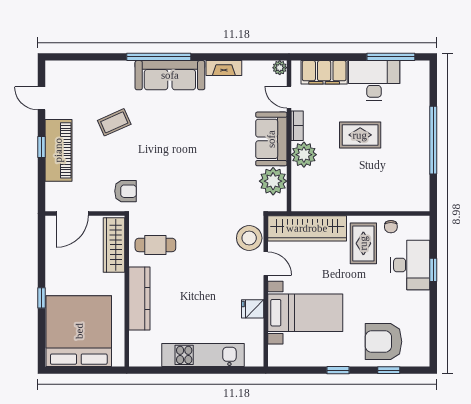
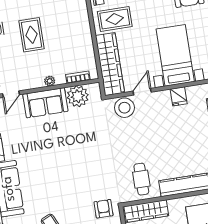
bookcase: (297, 126) -> (78, 77), moved
plant: (304, 155) -> (50, 81), width x0.53, depth x0.53

